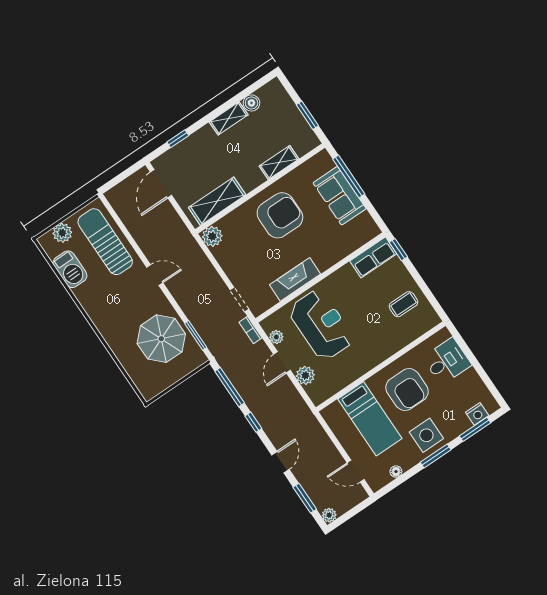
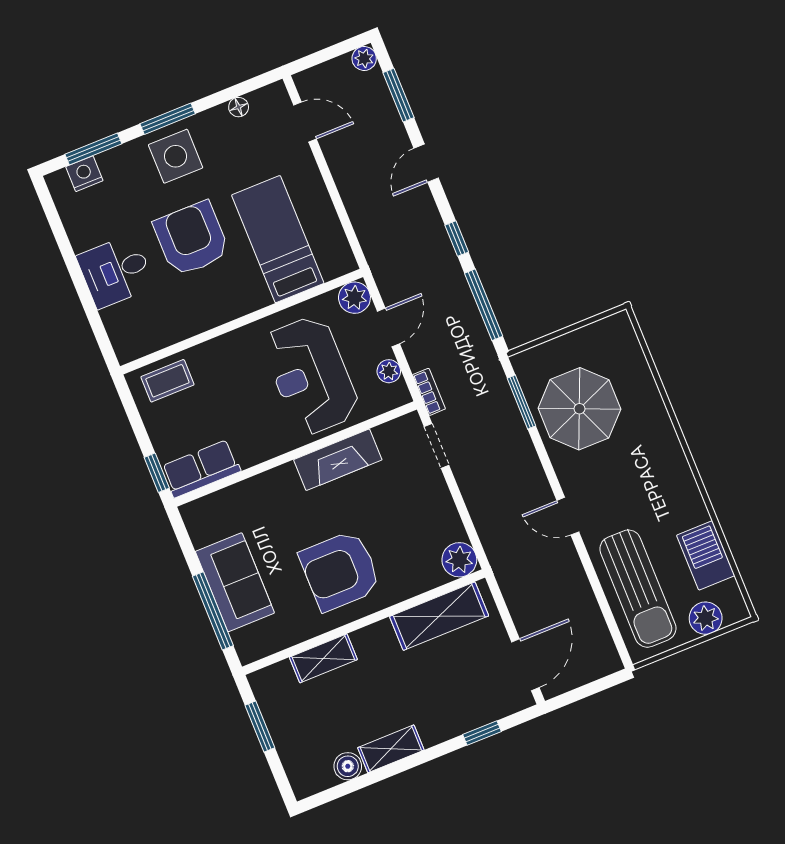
wall: (381, 367) -> (242, 322), moved
bed: (370, 419) -> (278, 239), moved

